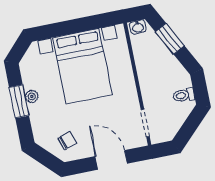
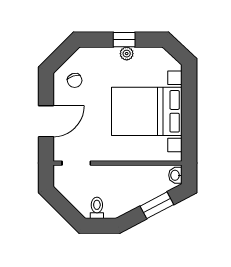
window: (19, 101) -> (124, 40), width x0.67

